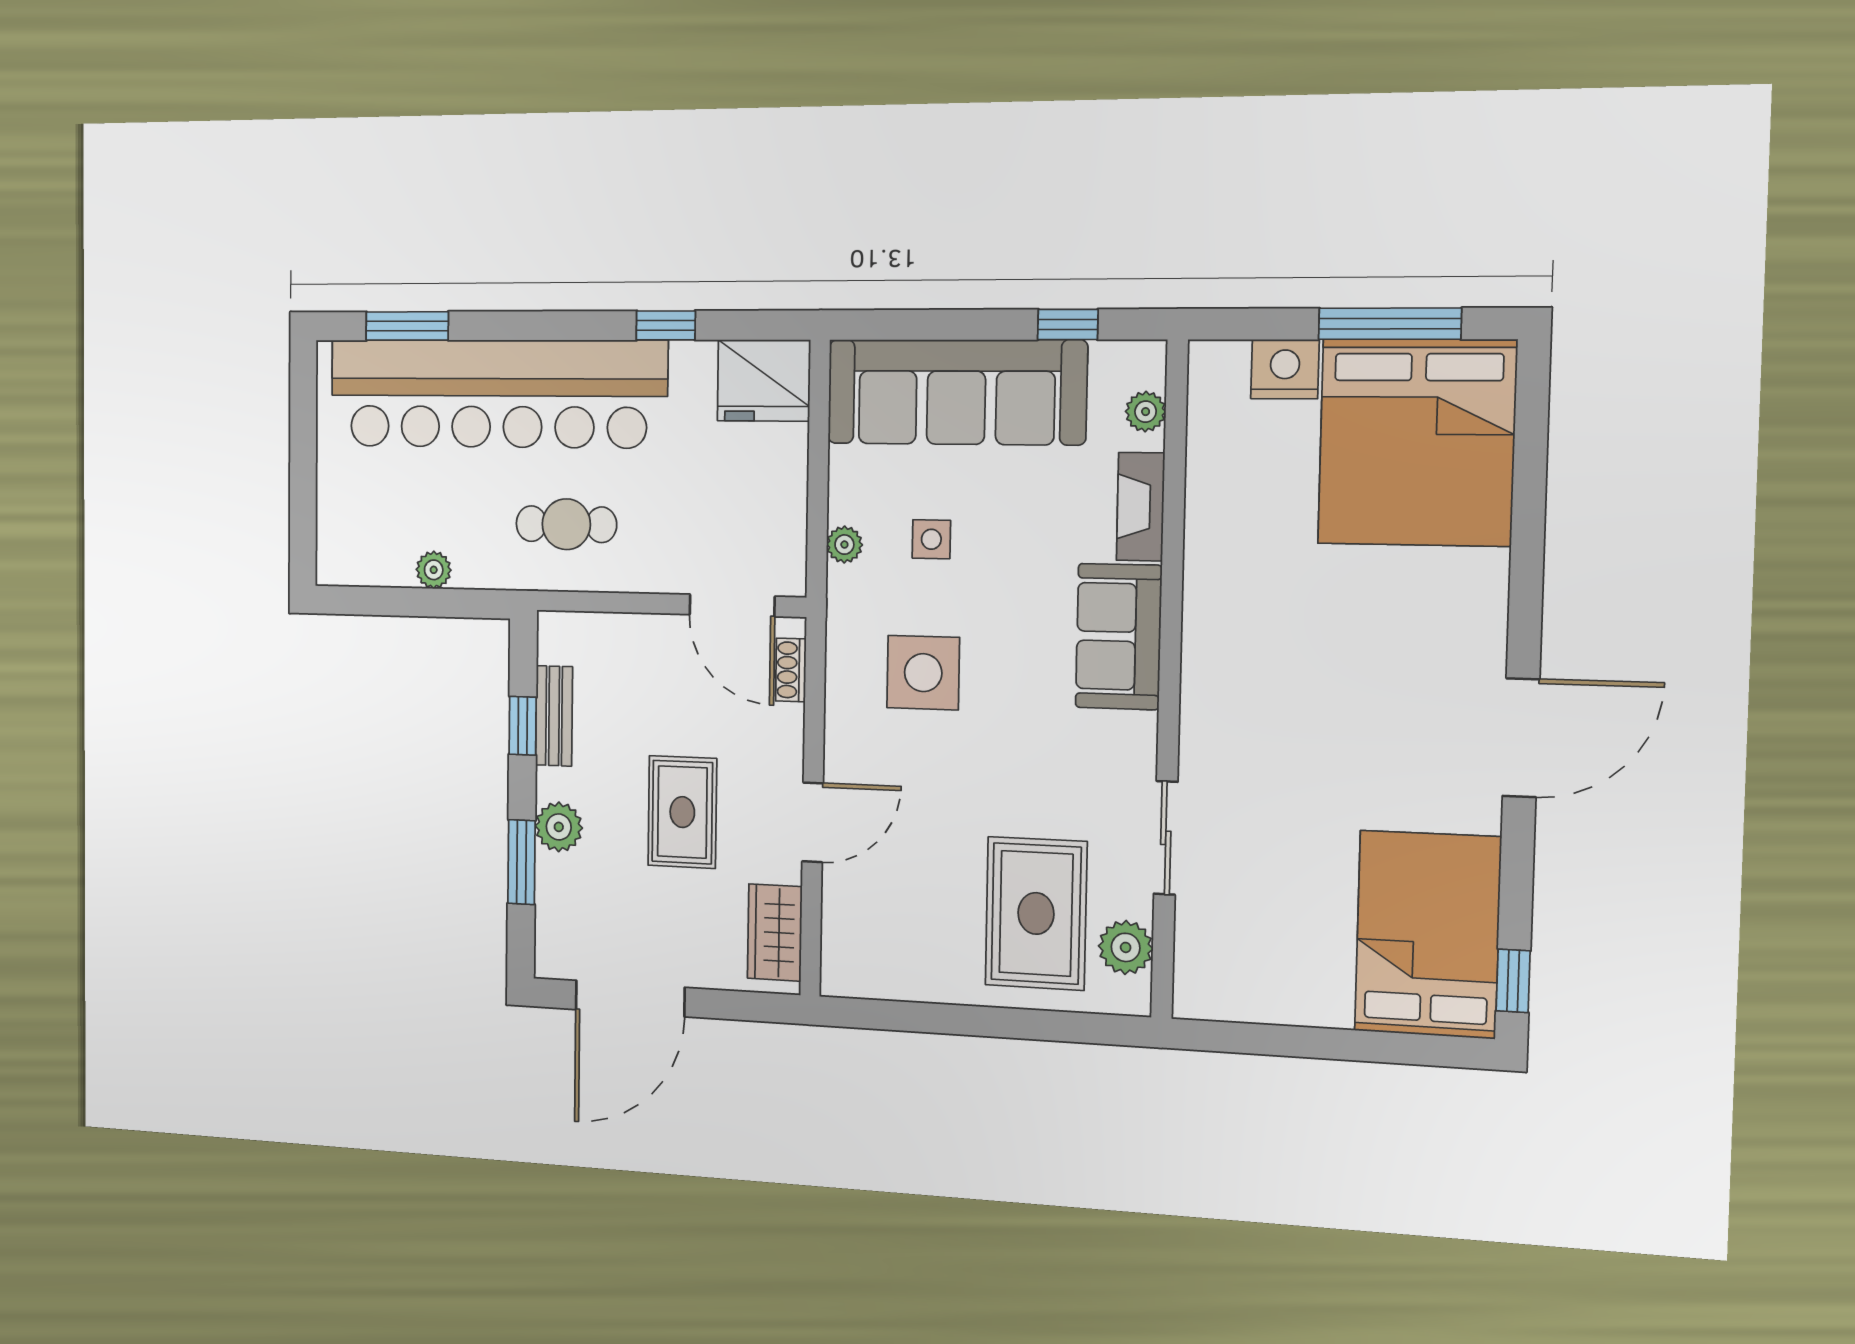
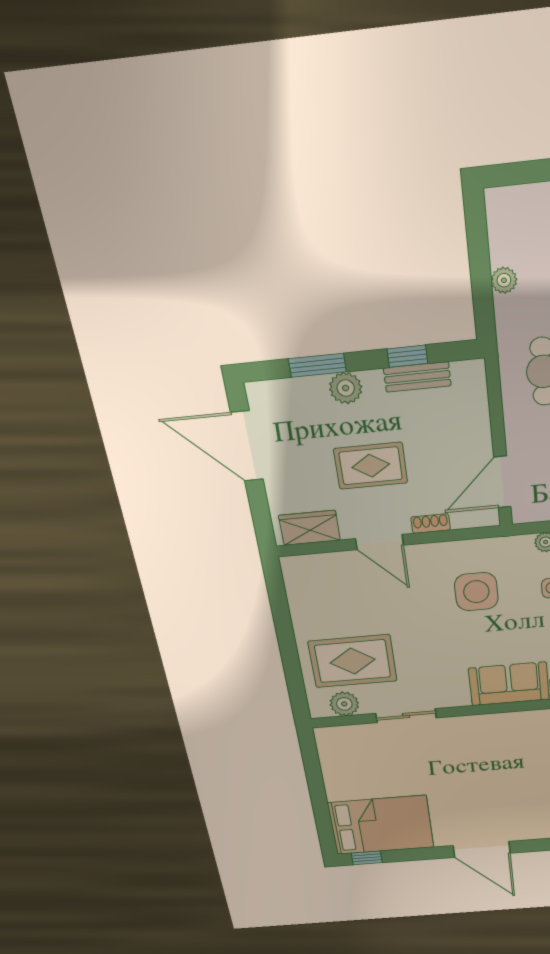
shoe rack: (791, 670) -> (431, 524), moved

